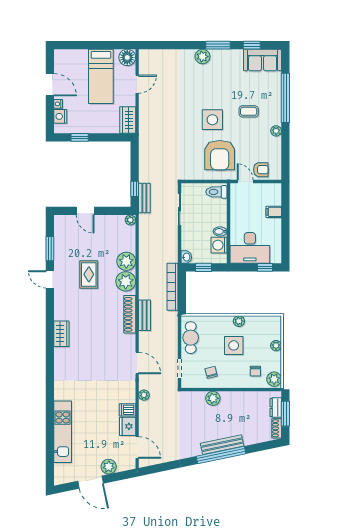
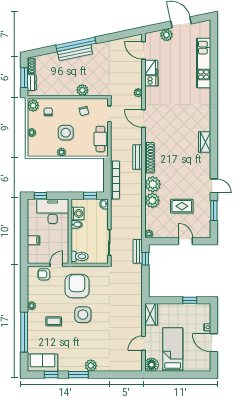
nightstand: (60, 116) -> (205, 317), removed
door: (245, 181) -> (56, 265), swing flipped
rug: (89, 274) -> (182, 206), moved, turned 90

